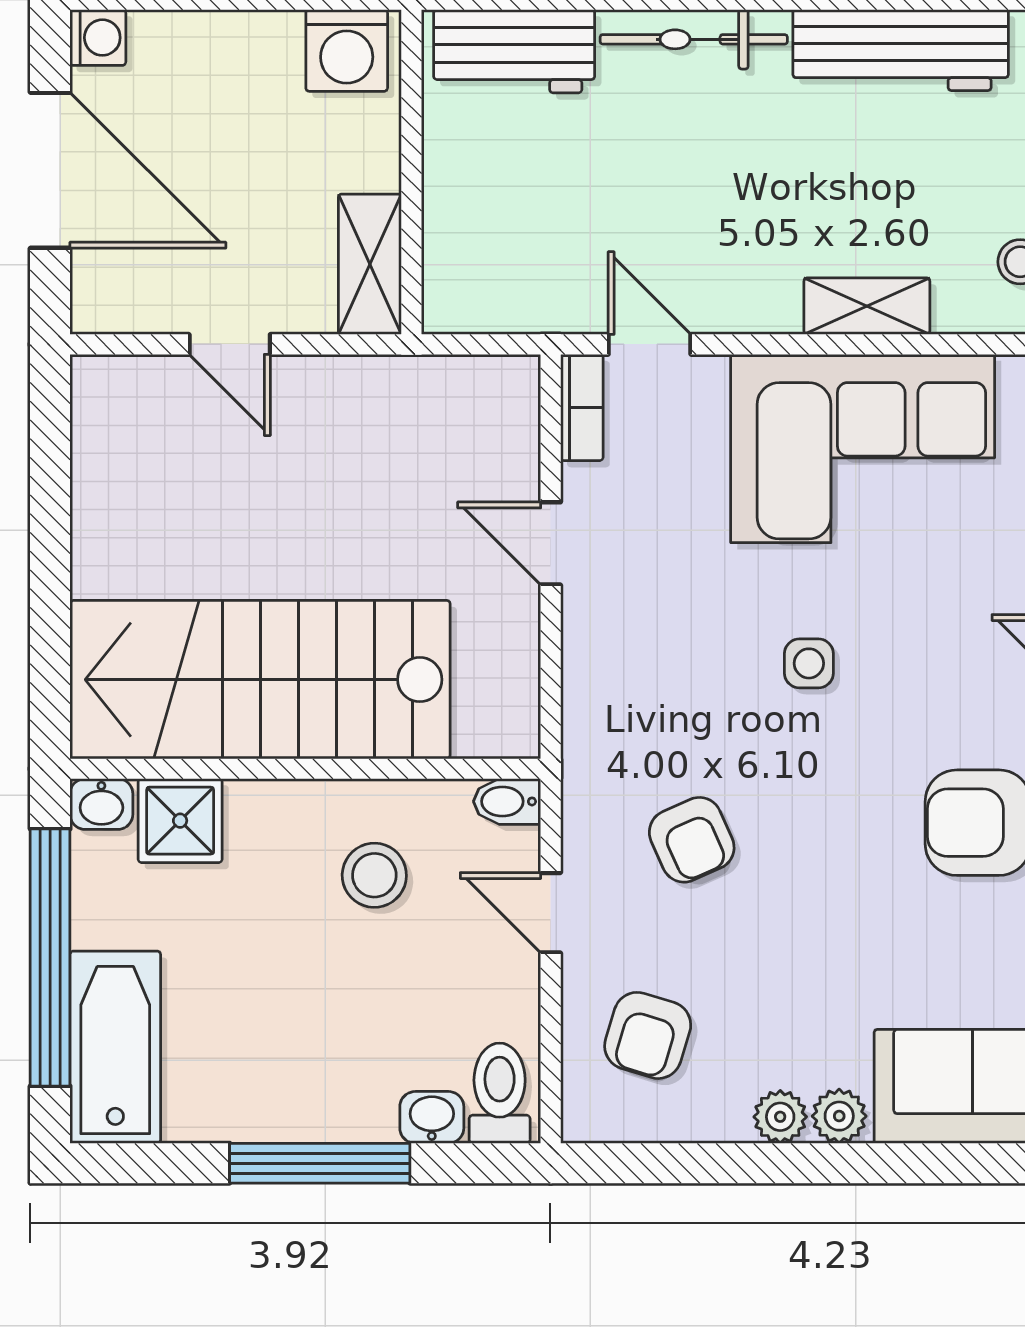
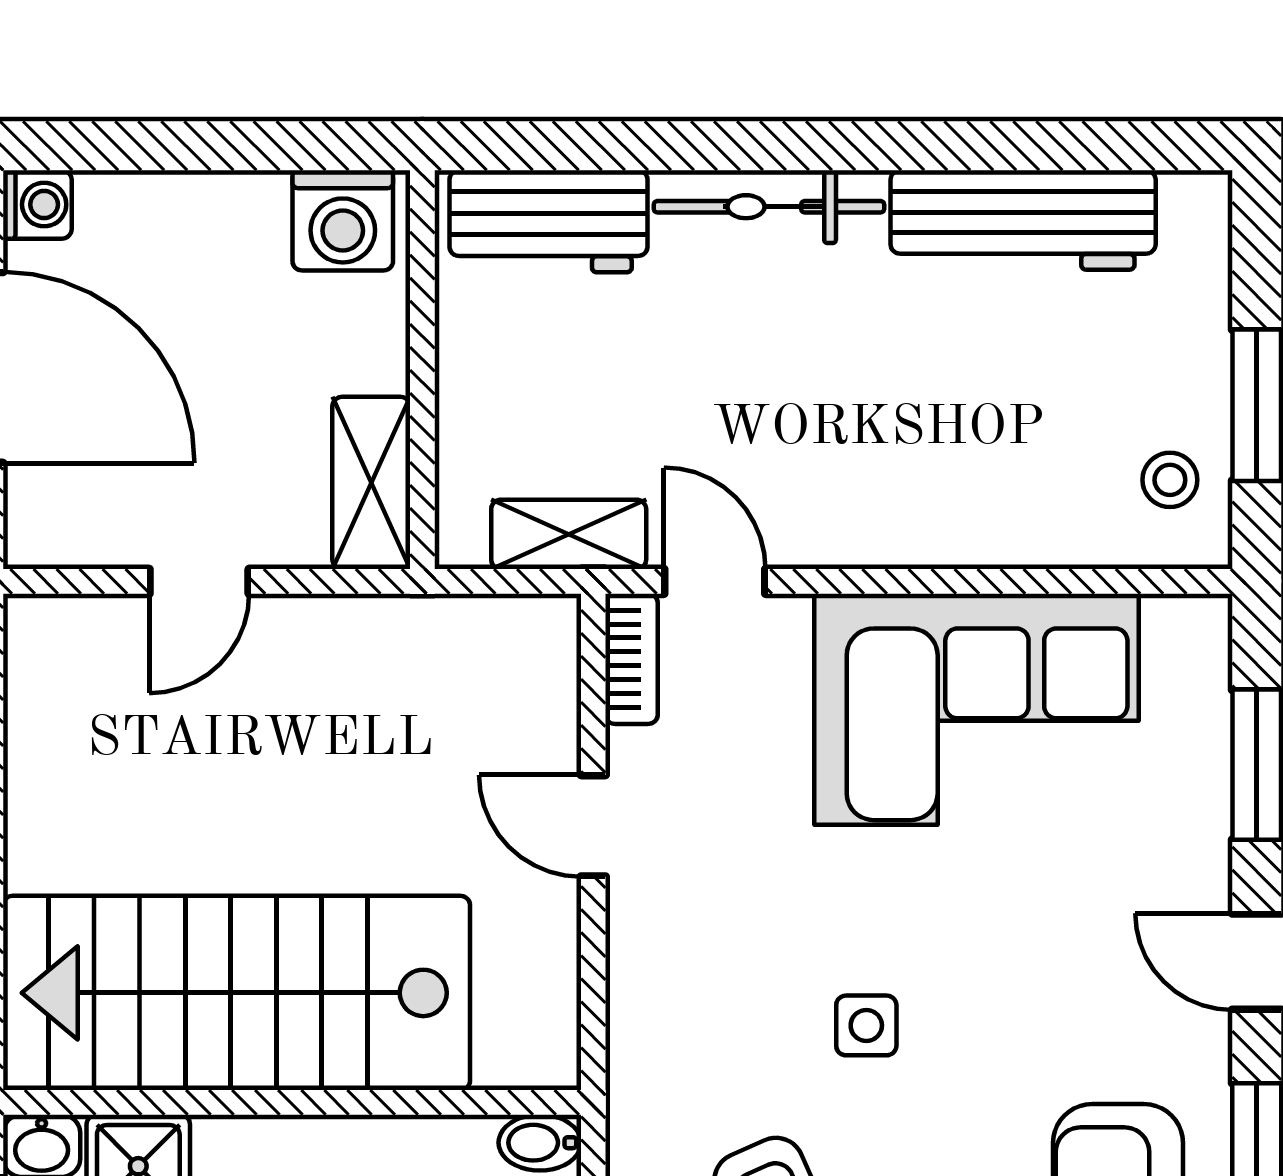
shelving: (867, 306) -> (569, 534), moved
door: (230, 344) -> (199, 581), hinge flipped
side table: (809, 663) -> (866, 1025), moved

